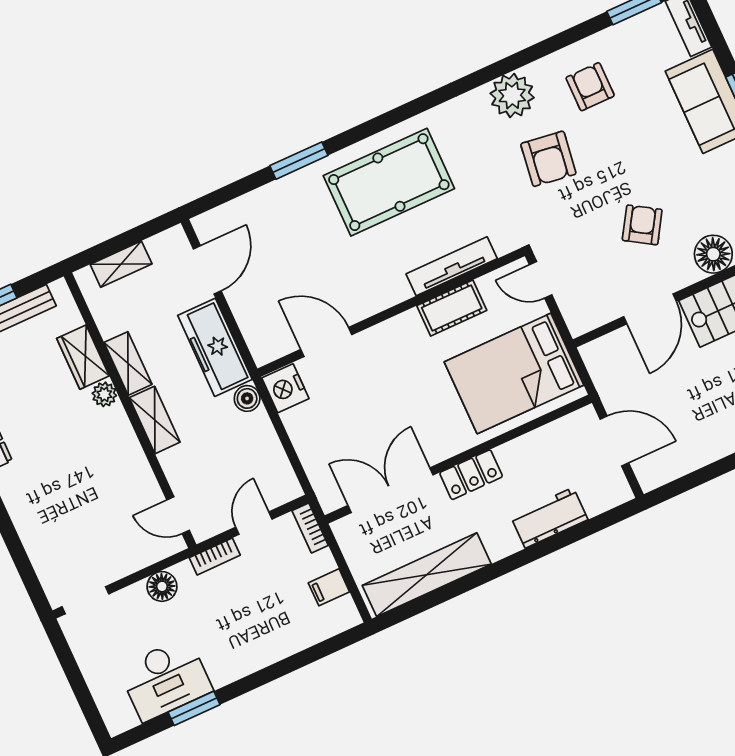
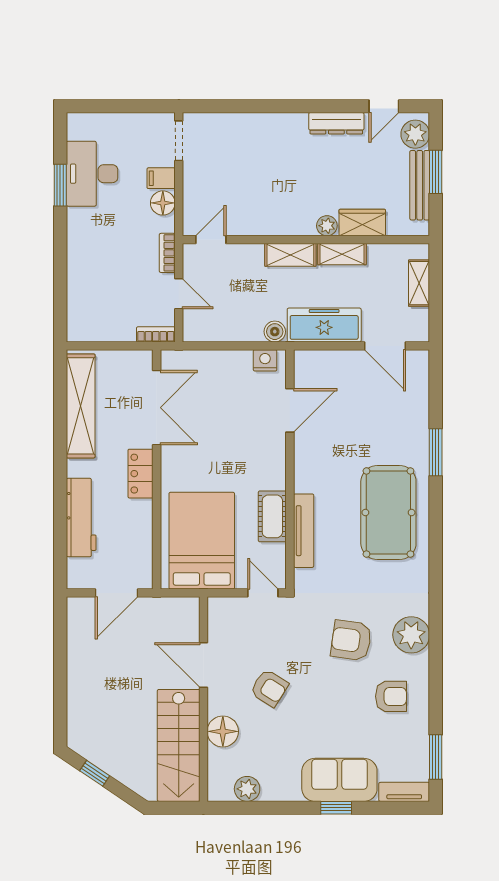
door: (541, 280) -> (263, 593), hinge flipped
nightstand: (285, 388) -> (265, 360), width x0.74, depth x0.75
workbench: (549, 518) -> (81, 518), width x1.37
filing cabinet: (329, 587) -> (161, 178), moved, turned -90

